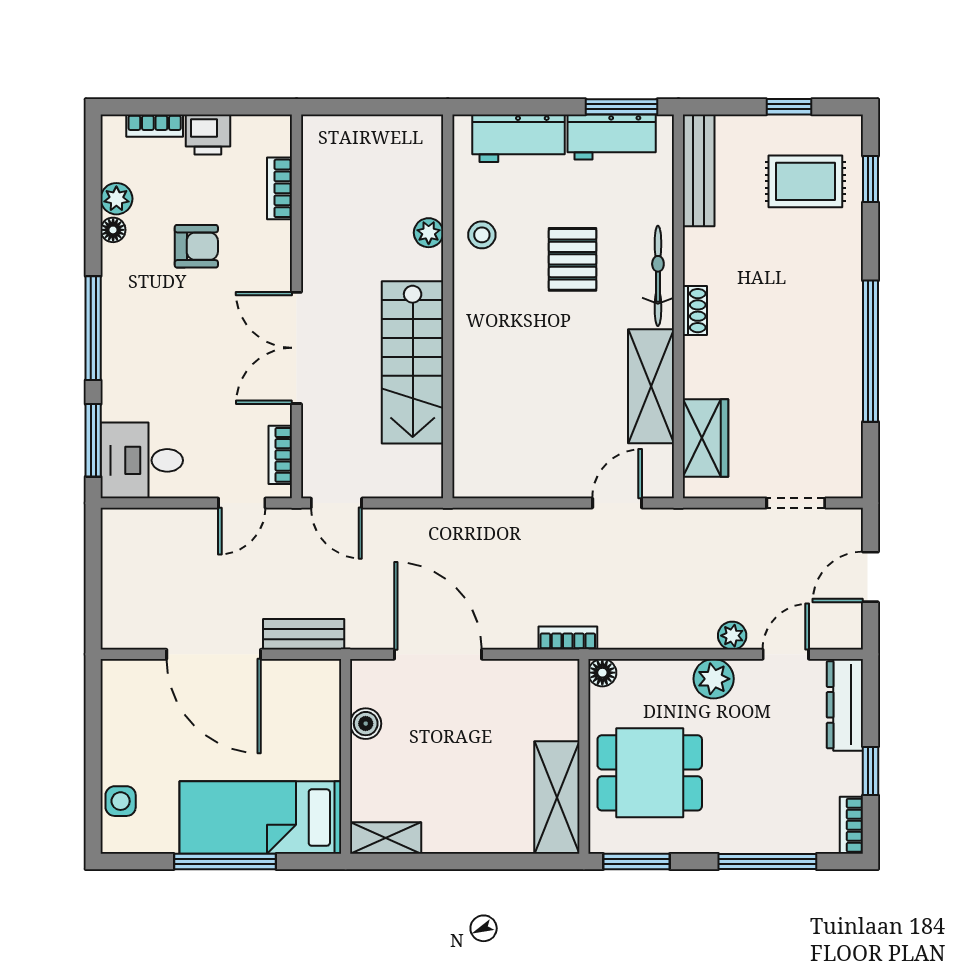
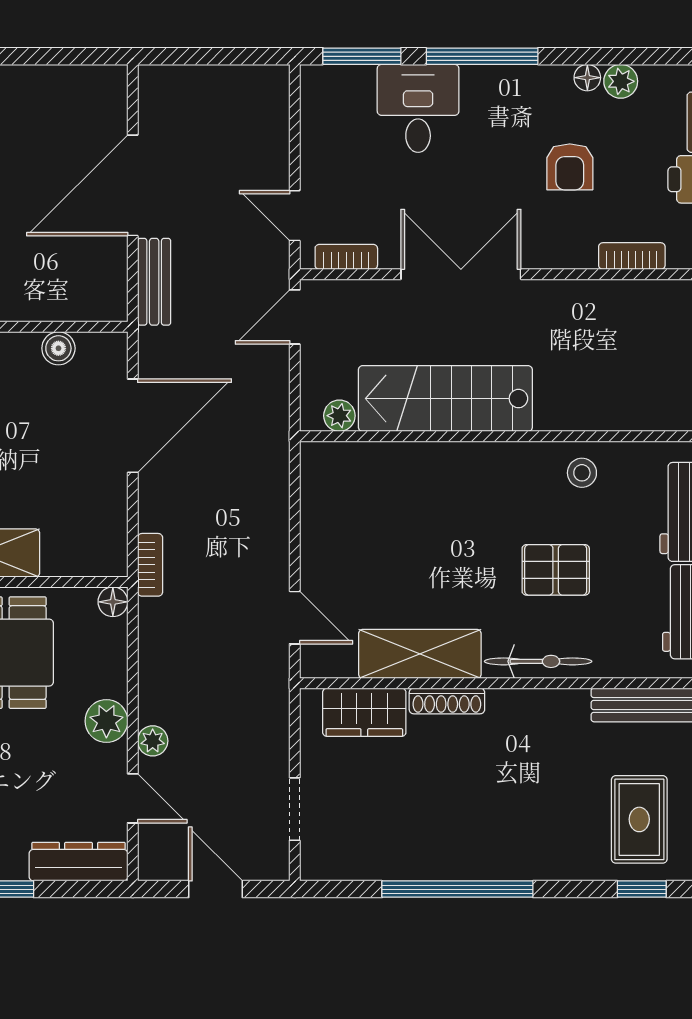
plant: (429, 233) -> (339, 416), moved
shoe rack: (695, 311) -> (447, 701), moved, width x1.43
desk: (142, 460) -> (418, 108), moved

